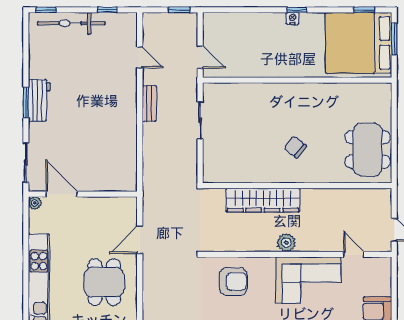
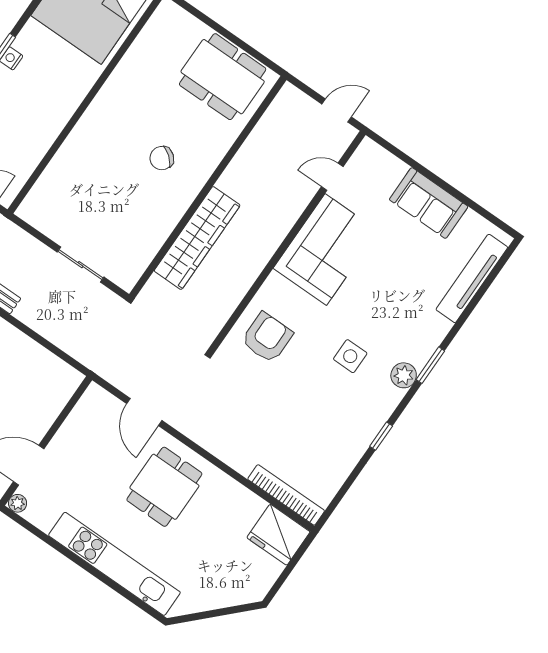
sliding door: (200, 120) -> (81, 265), moved
plant: (286, 243) -> (265, 245), removed
dining table: (104, 282) -> (164, 487), turned 90

